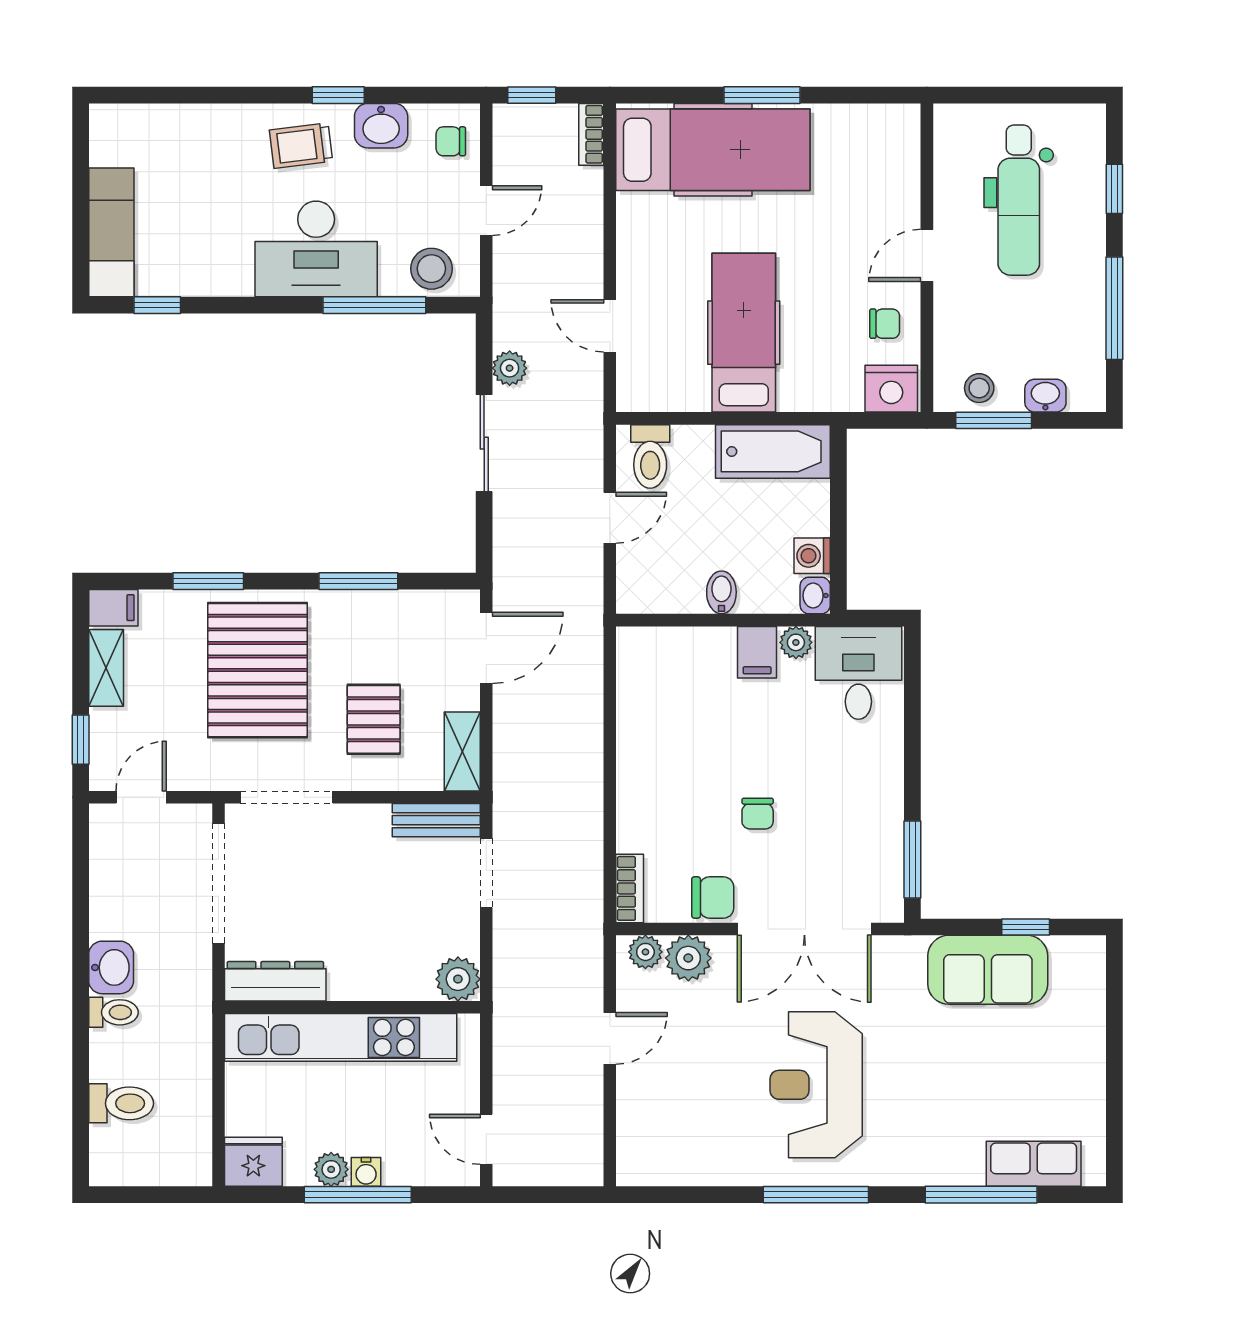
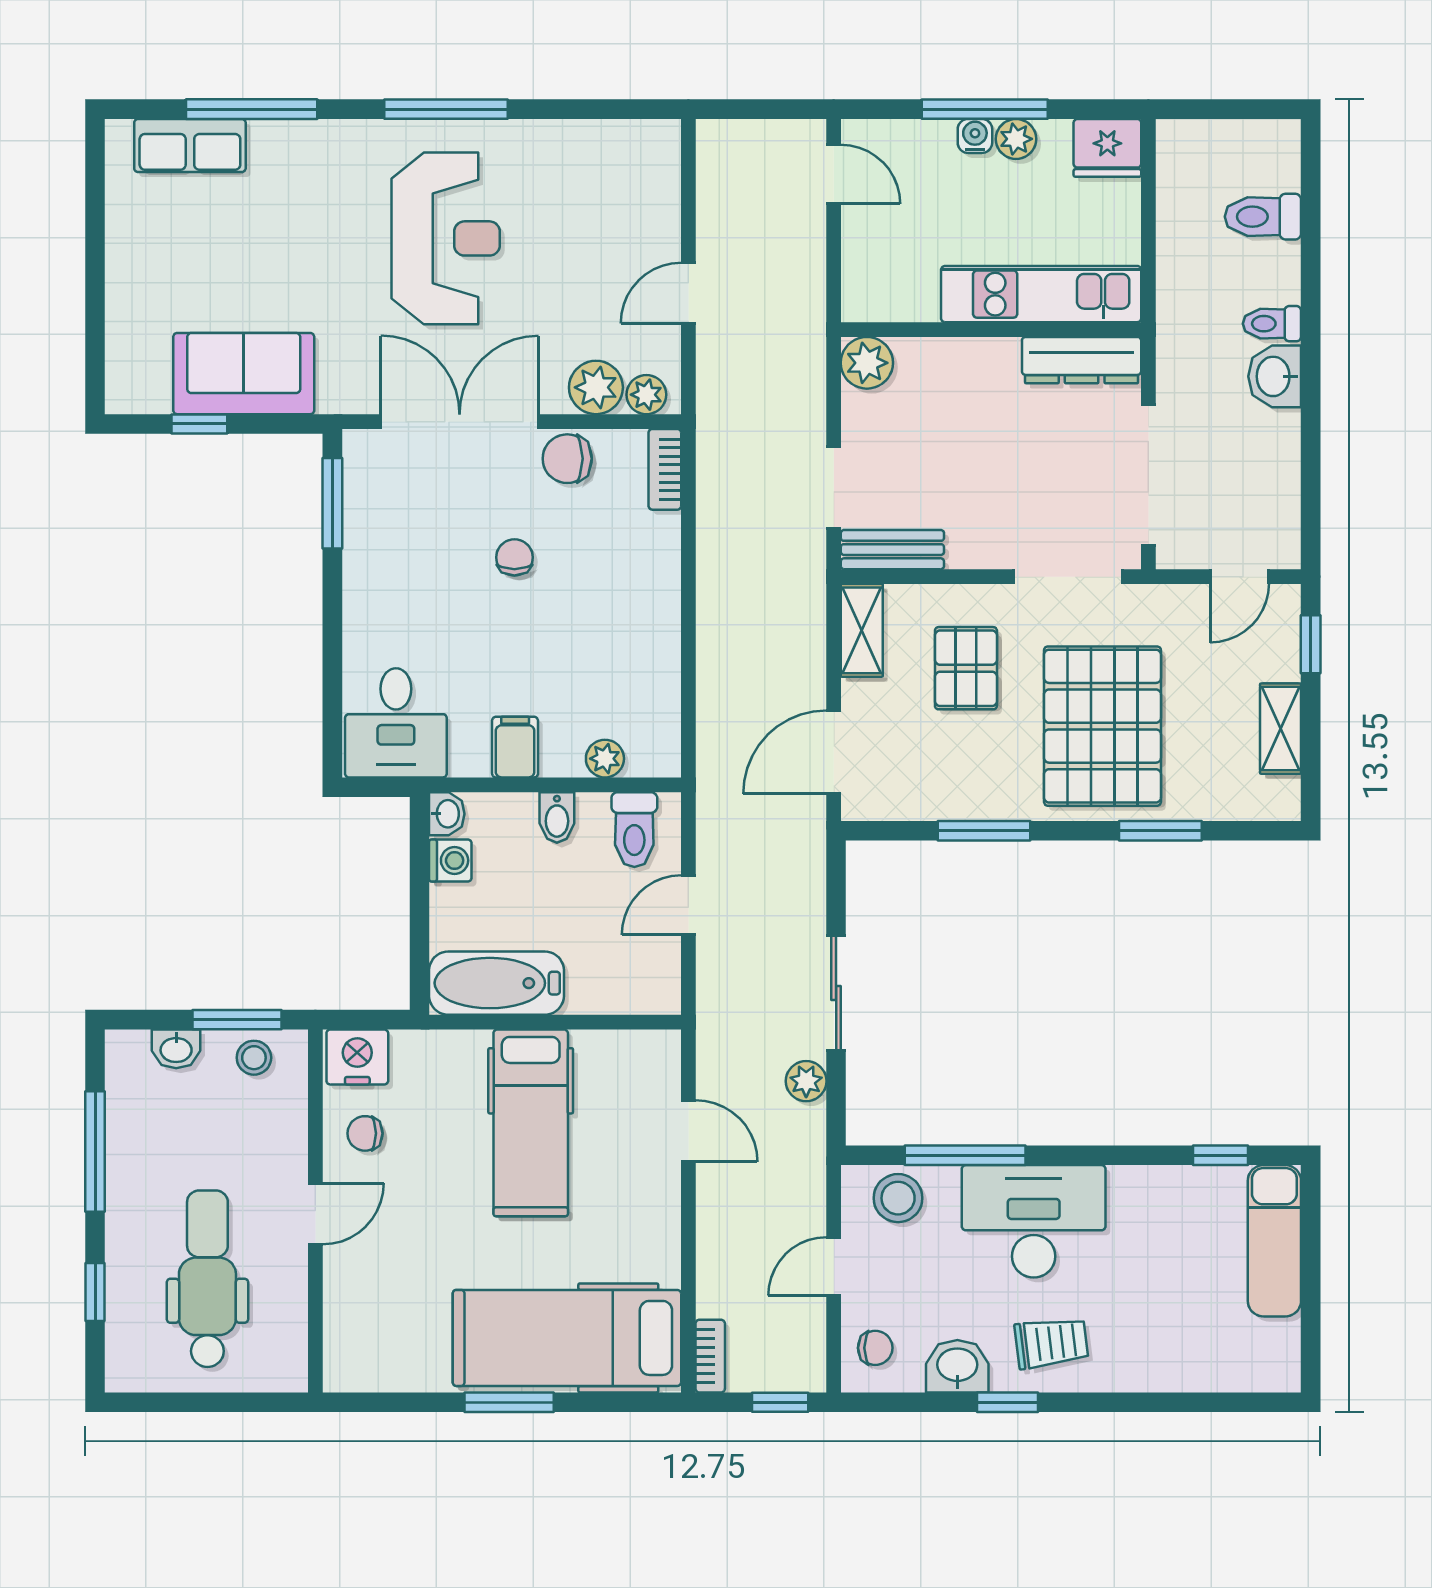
toilet: (650, 456) -> (634, 830), moved, turned 180
filing cabinet: (113, 608) -> (1272, 799), removed
plant: (796, 642) -> (605, 759), moved
kitchen unit: (341, 1037) -> (1041, 294), width x0.73

